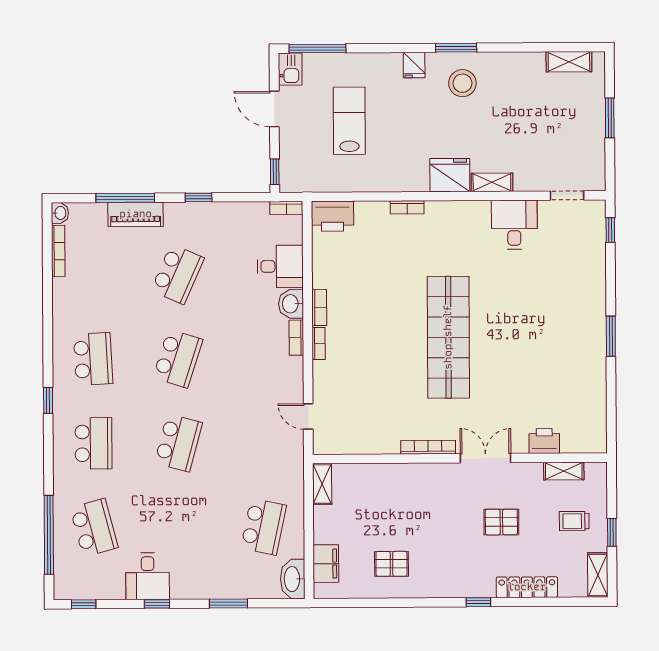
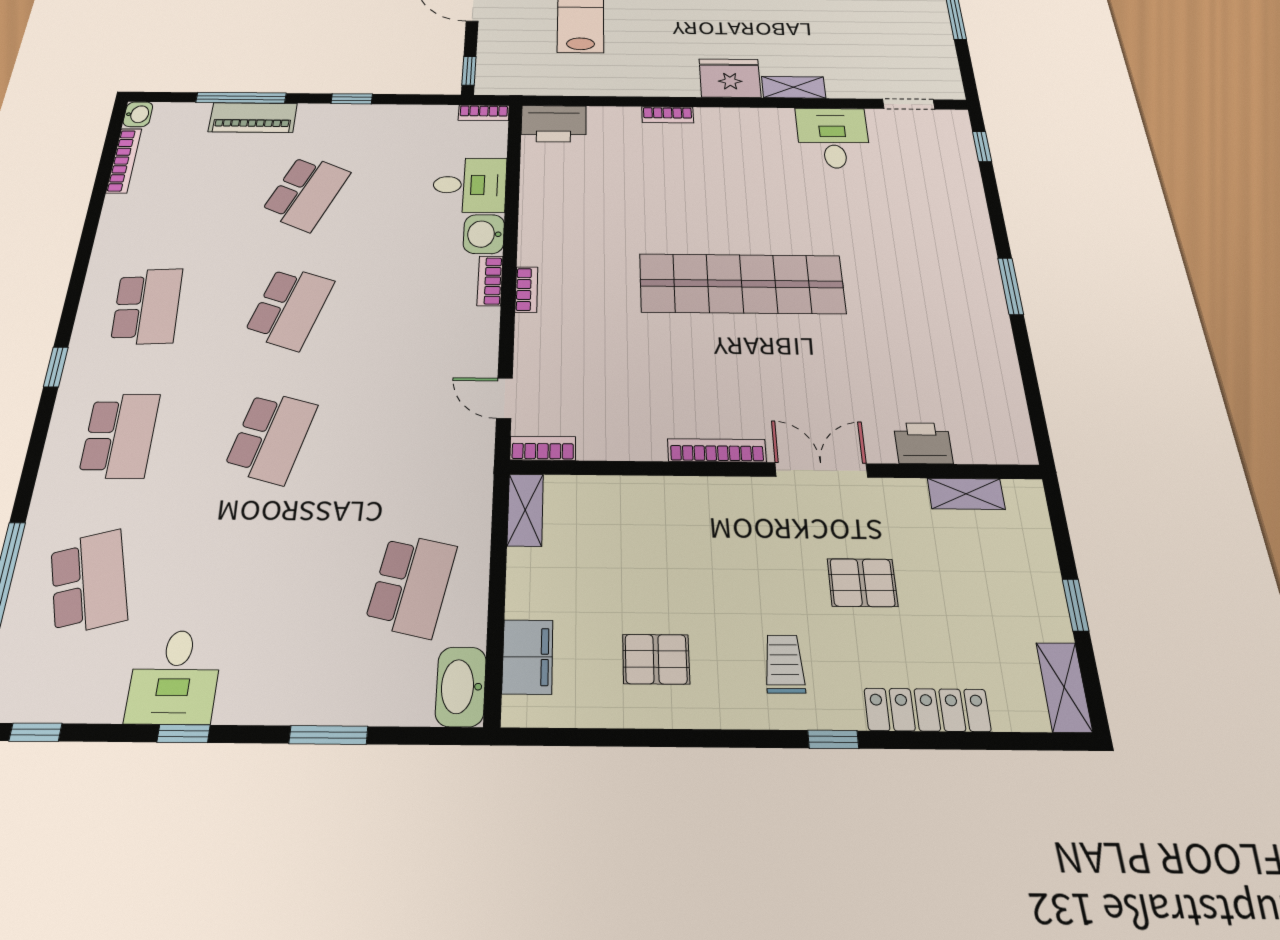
bookcase: (319, 307) -> (543, 448), moved, turned -90
shop shelf: (448, 337) -> (742, 284), turned 90
trolley: (574, 521) -> (784, 664), moved, turned 90

